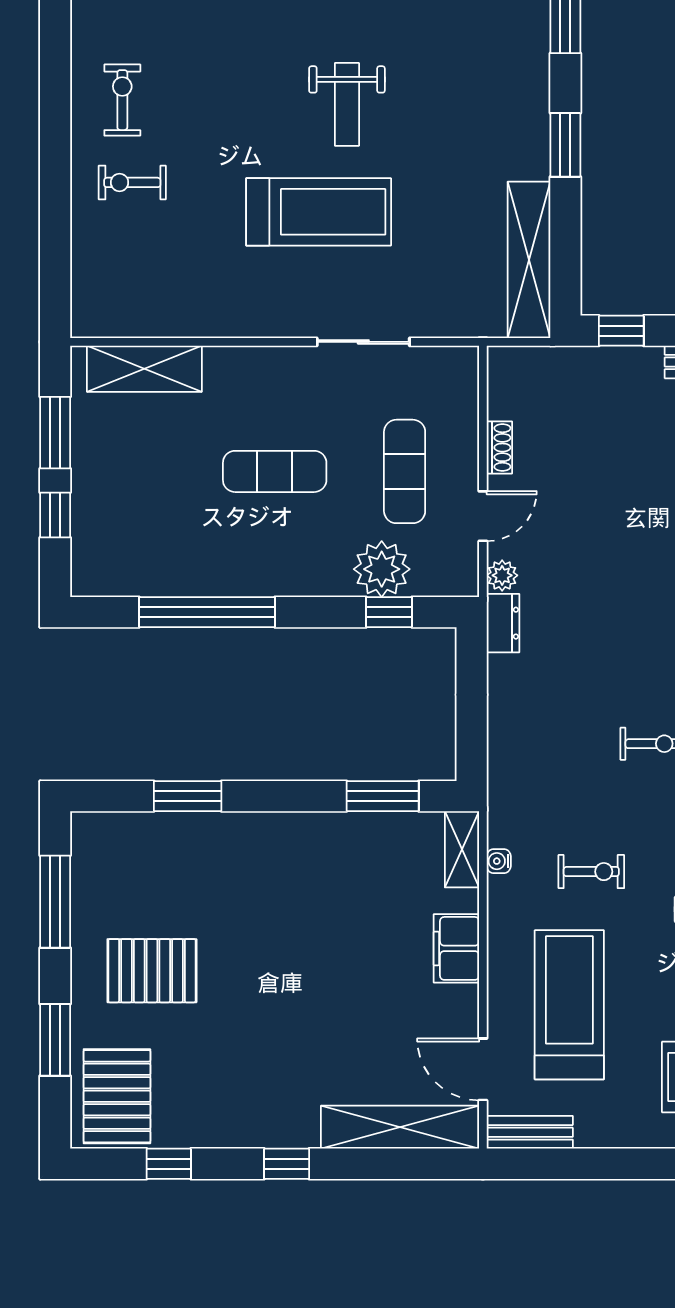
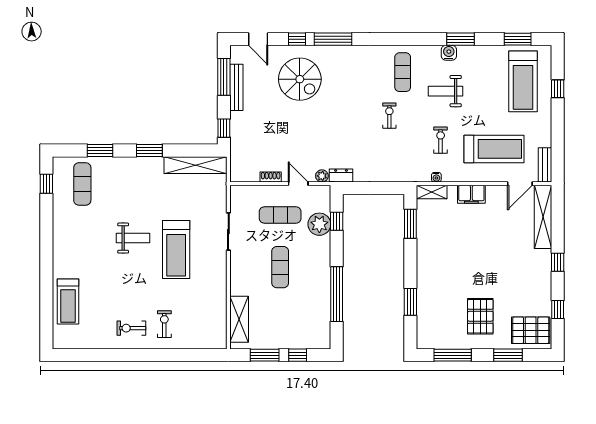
exercise bike: (132, 182) -> (164, 324), turned 180
treadmill: (319, 212) -> (176, 249), turned 180
treadmill: (569, 1005) -> (494, 149), turned 180

